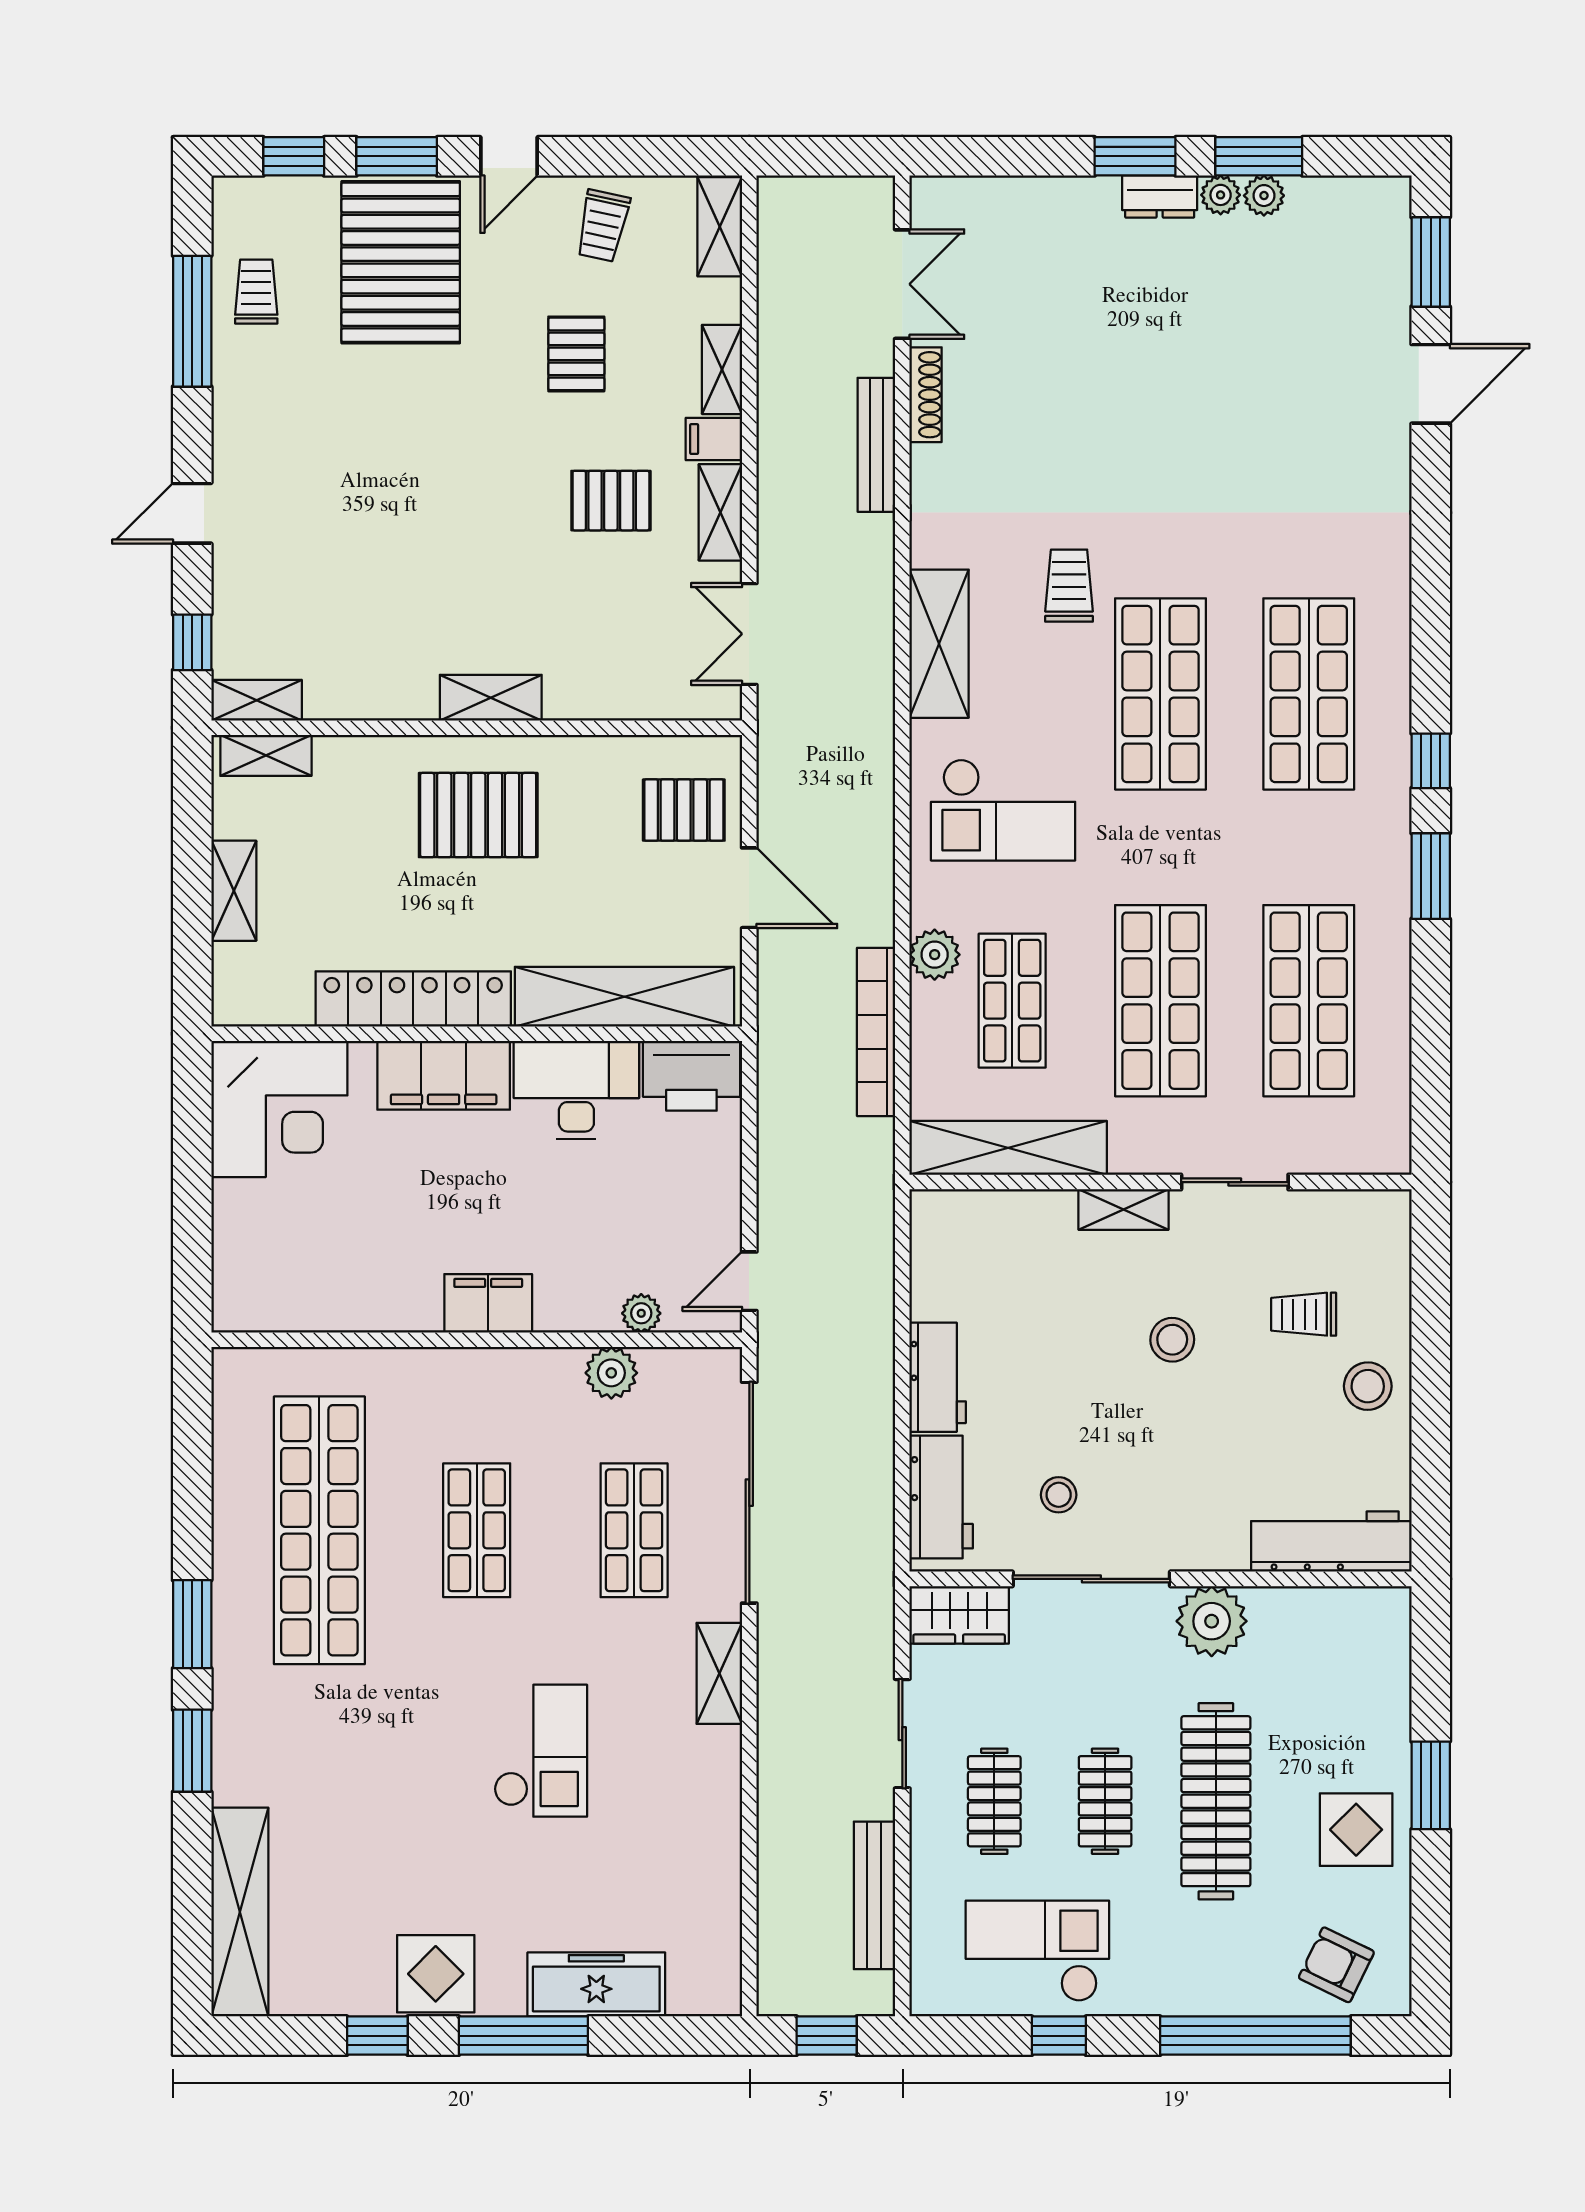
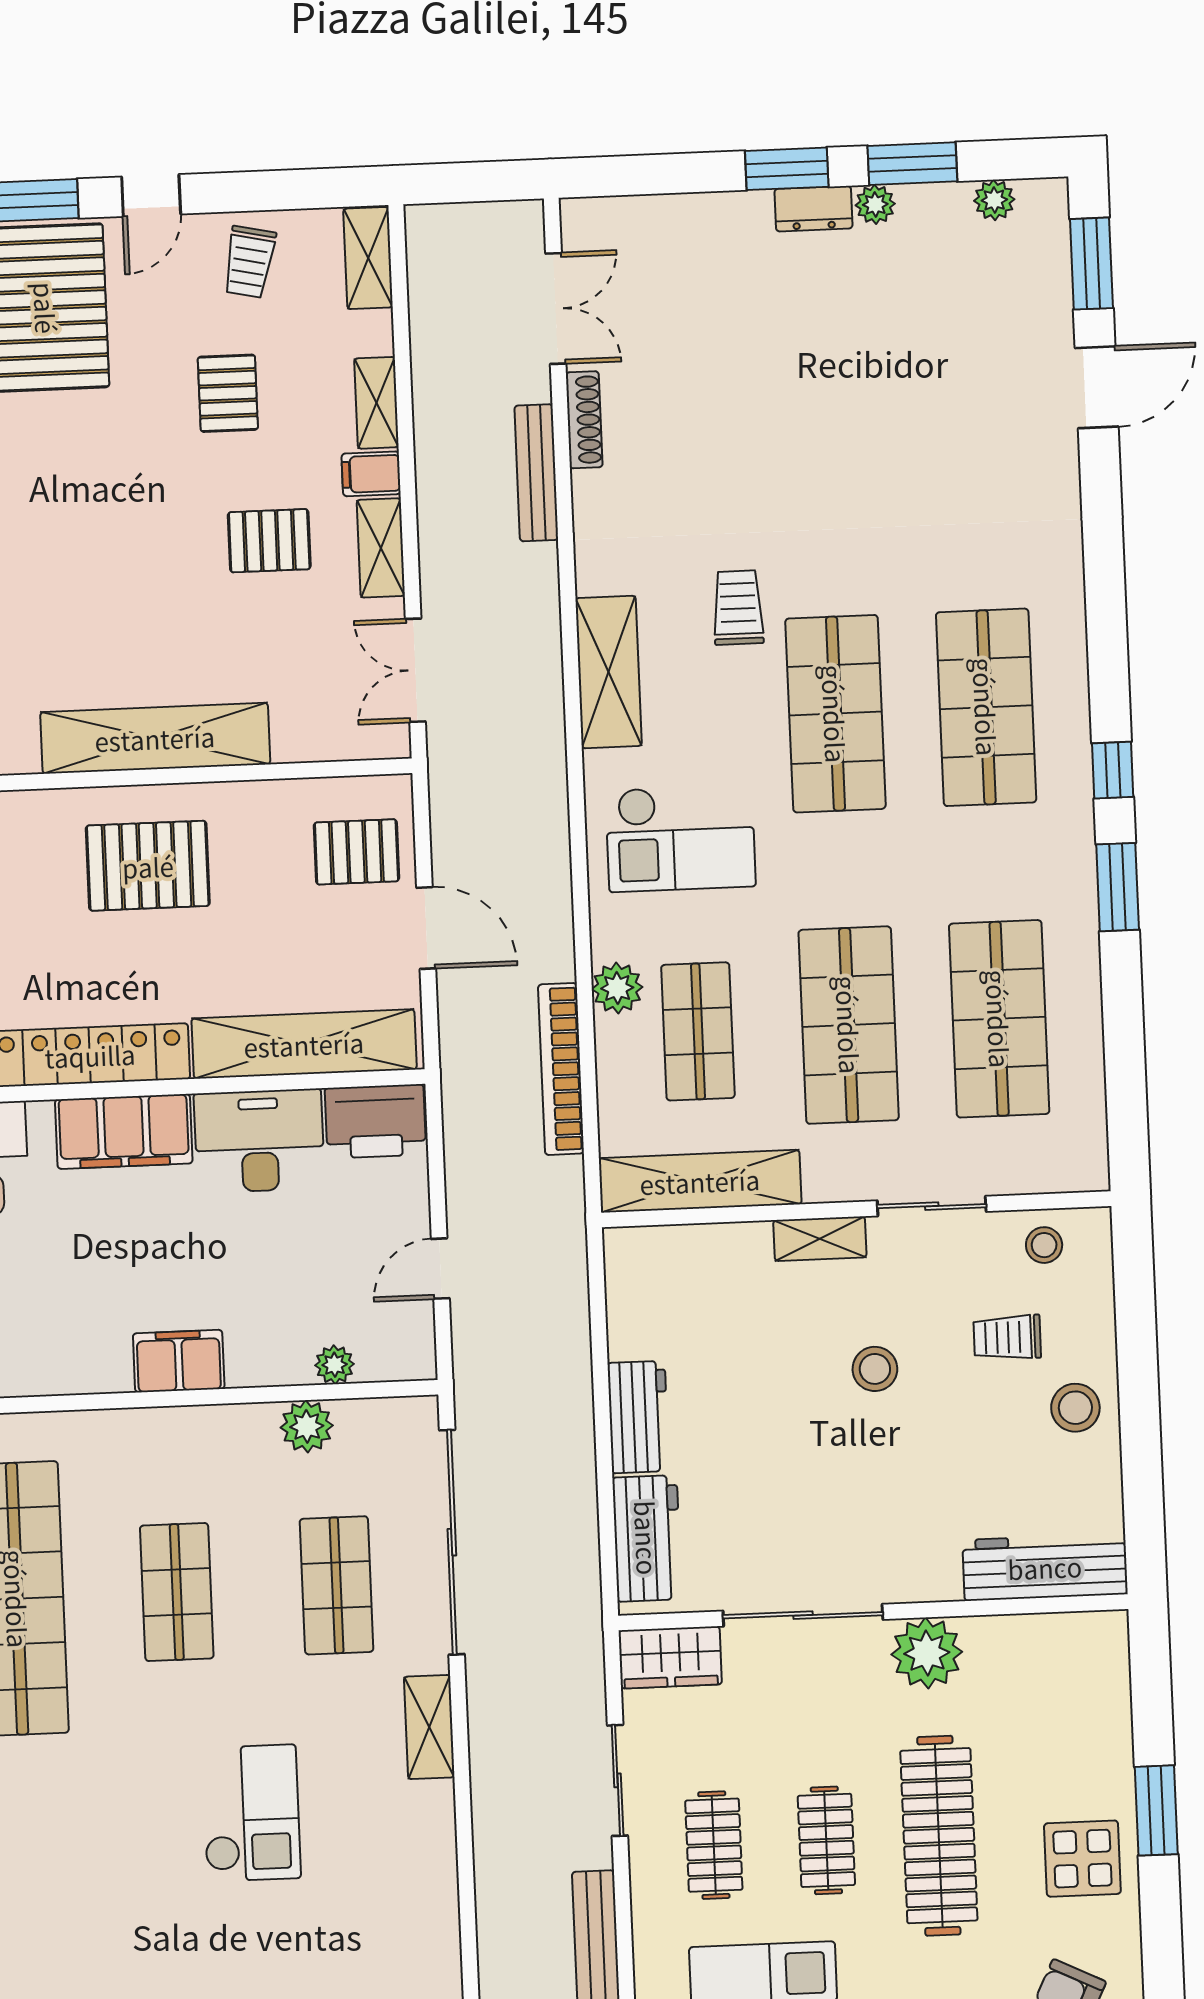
plant: (1264, 196) -> (994, 200), moved
shelving: (491, 698) -> (155, 738), width x2.20, depth x1.33
door: (749, 1281) -> (440, 1269), moved
stool: (1059, 1495) -> (1044, 1245), moved

